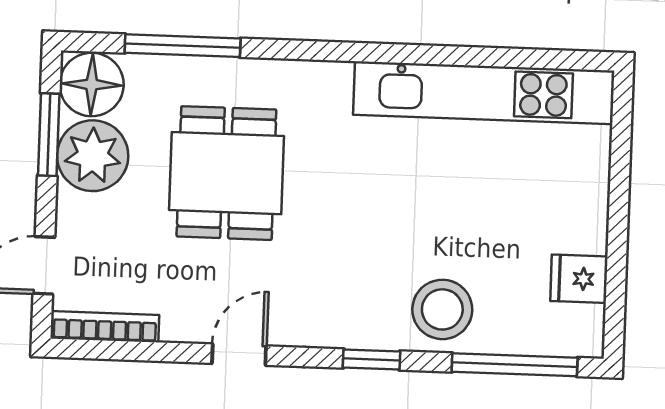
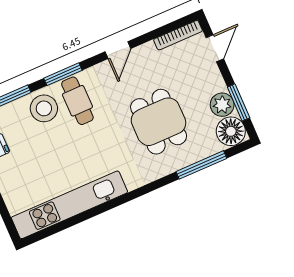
plant: (93, 156) -> (222, 105), width x0.73, depth x0.73
cafe table: (368, 293) -> (77, 101), added
window: (371, 359) -> (63, 74), width x1.50

